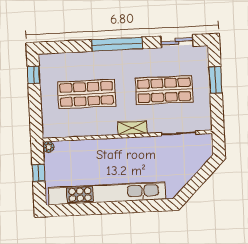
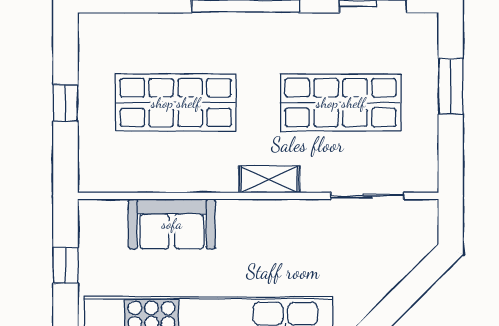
window: (34, 75) -> (65, 103), moved
plant: (48, 147) -> (89, 211), removed
sofa: (87, 151) -> (172, 224), added

